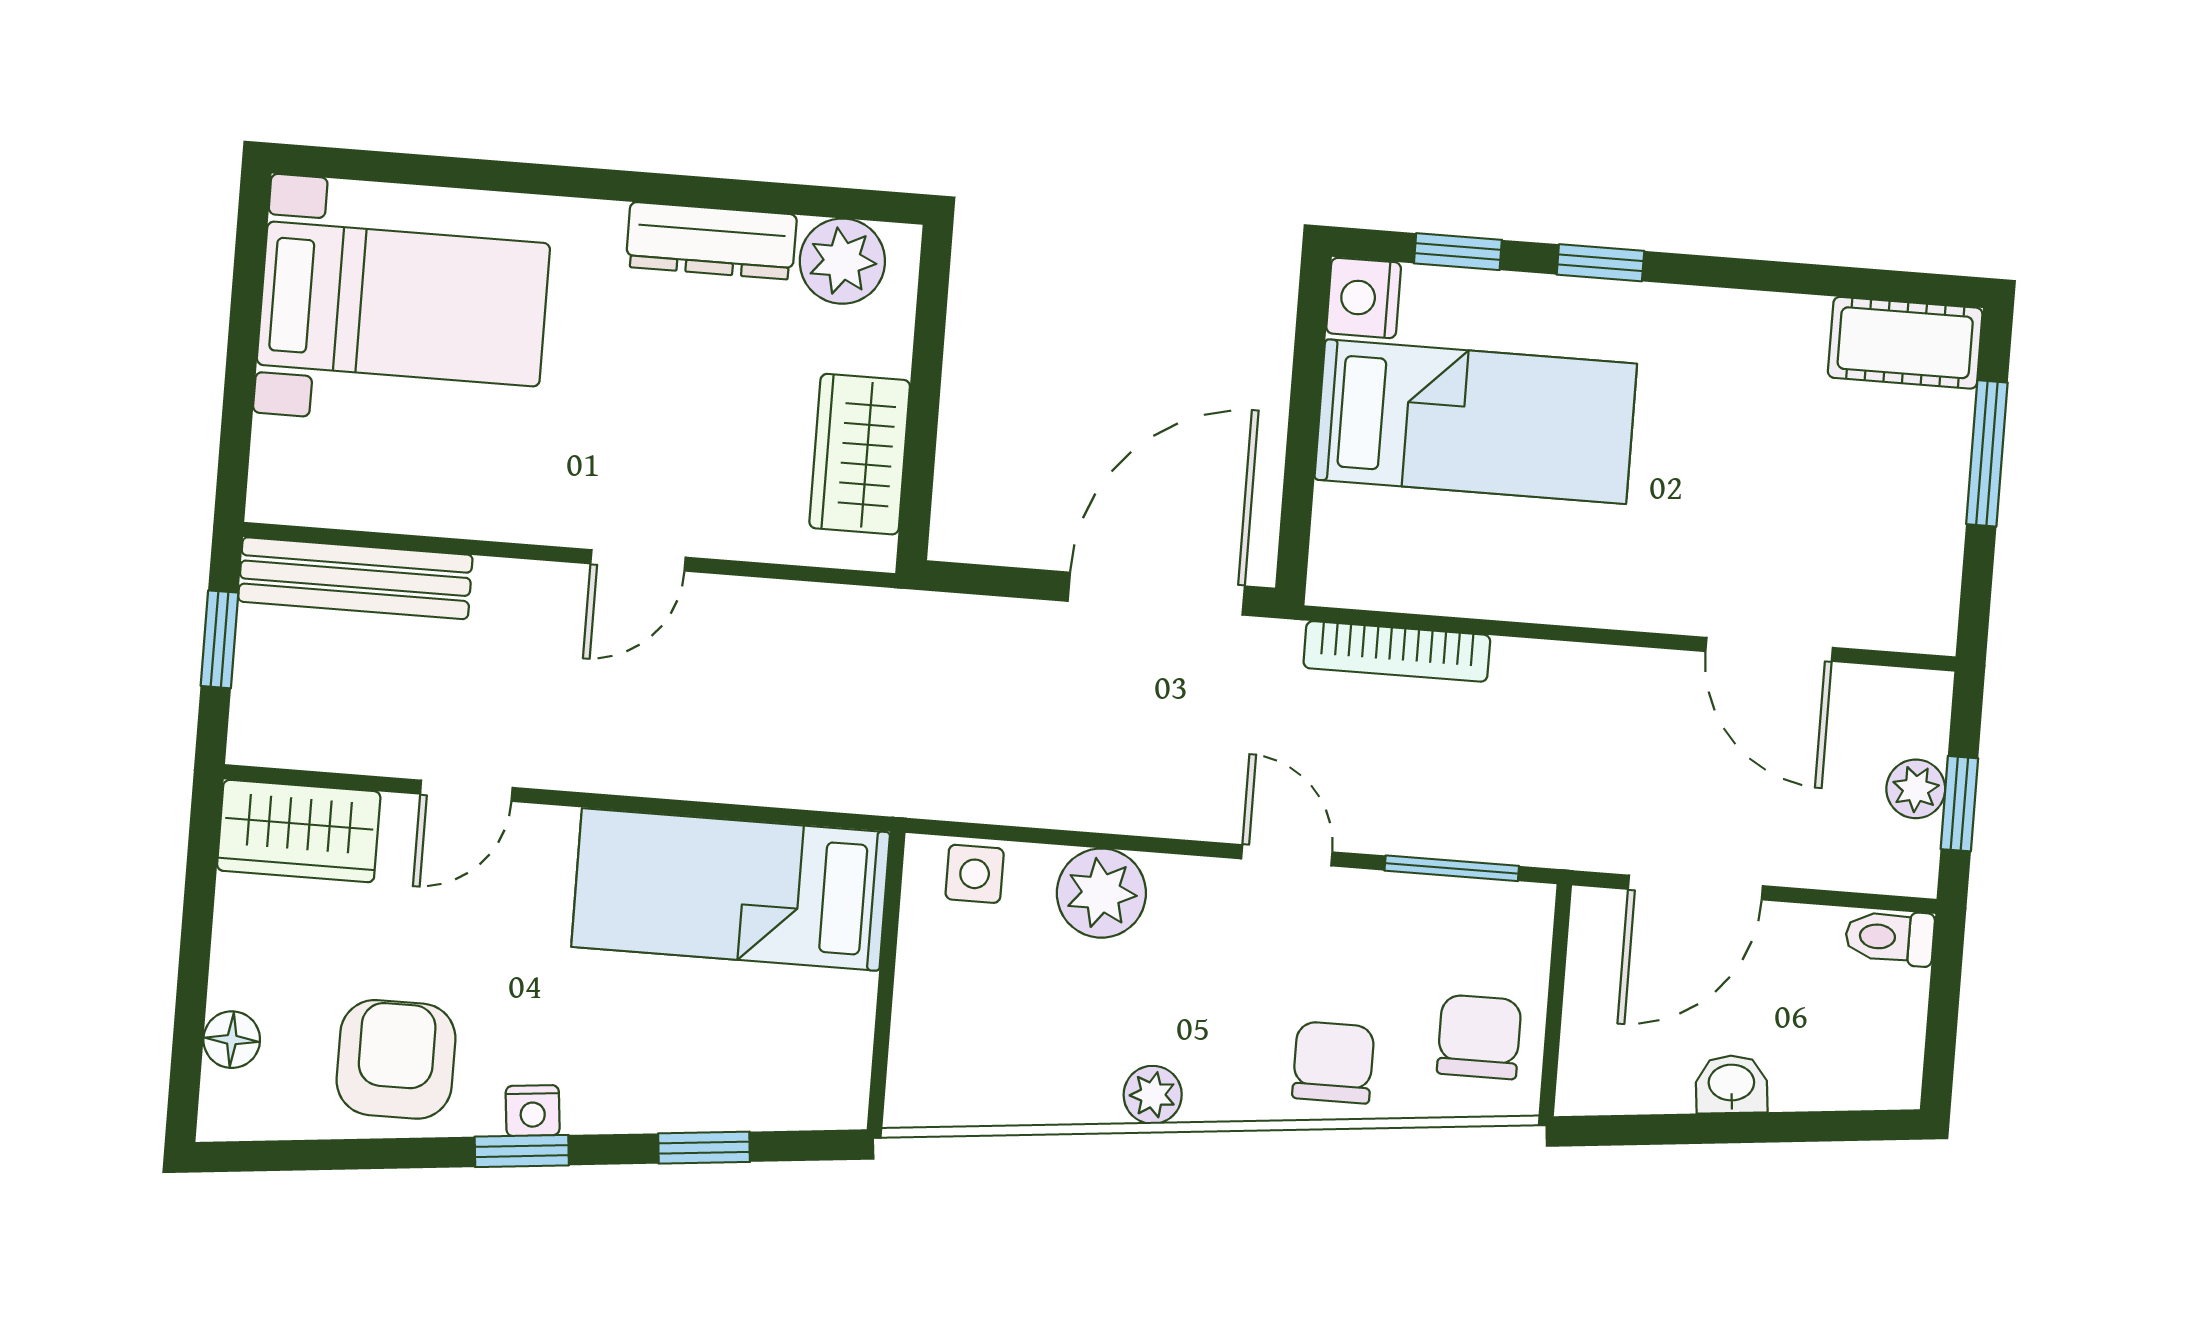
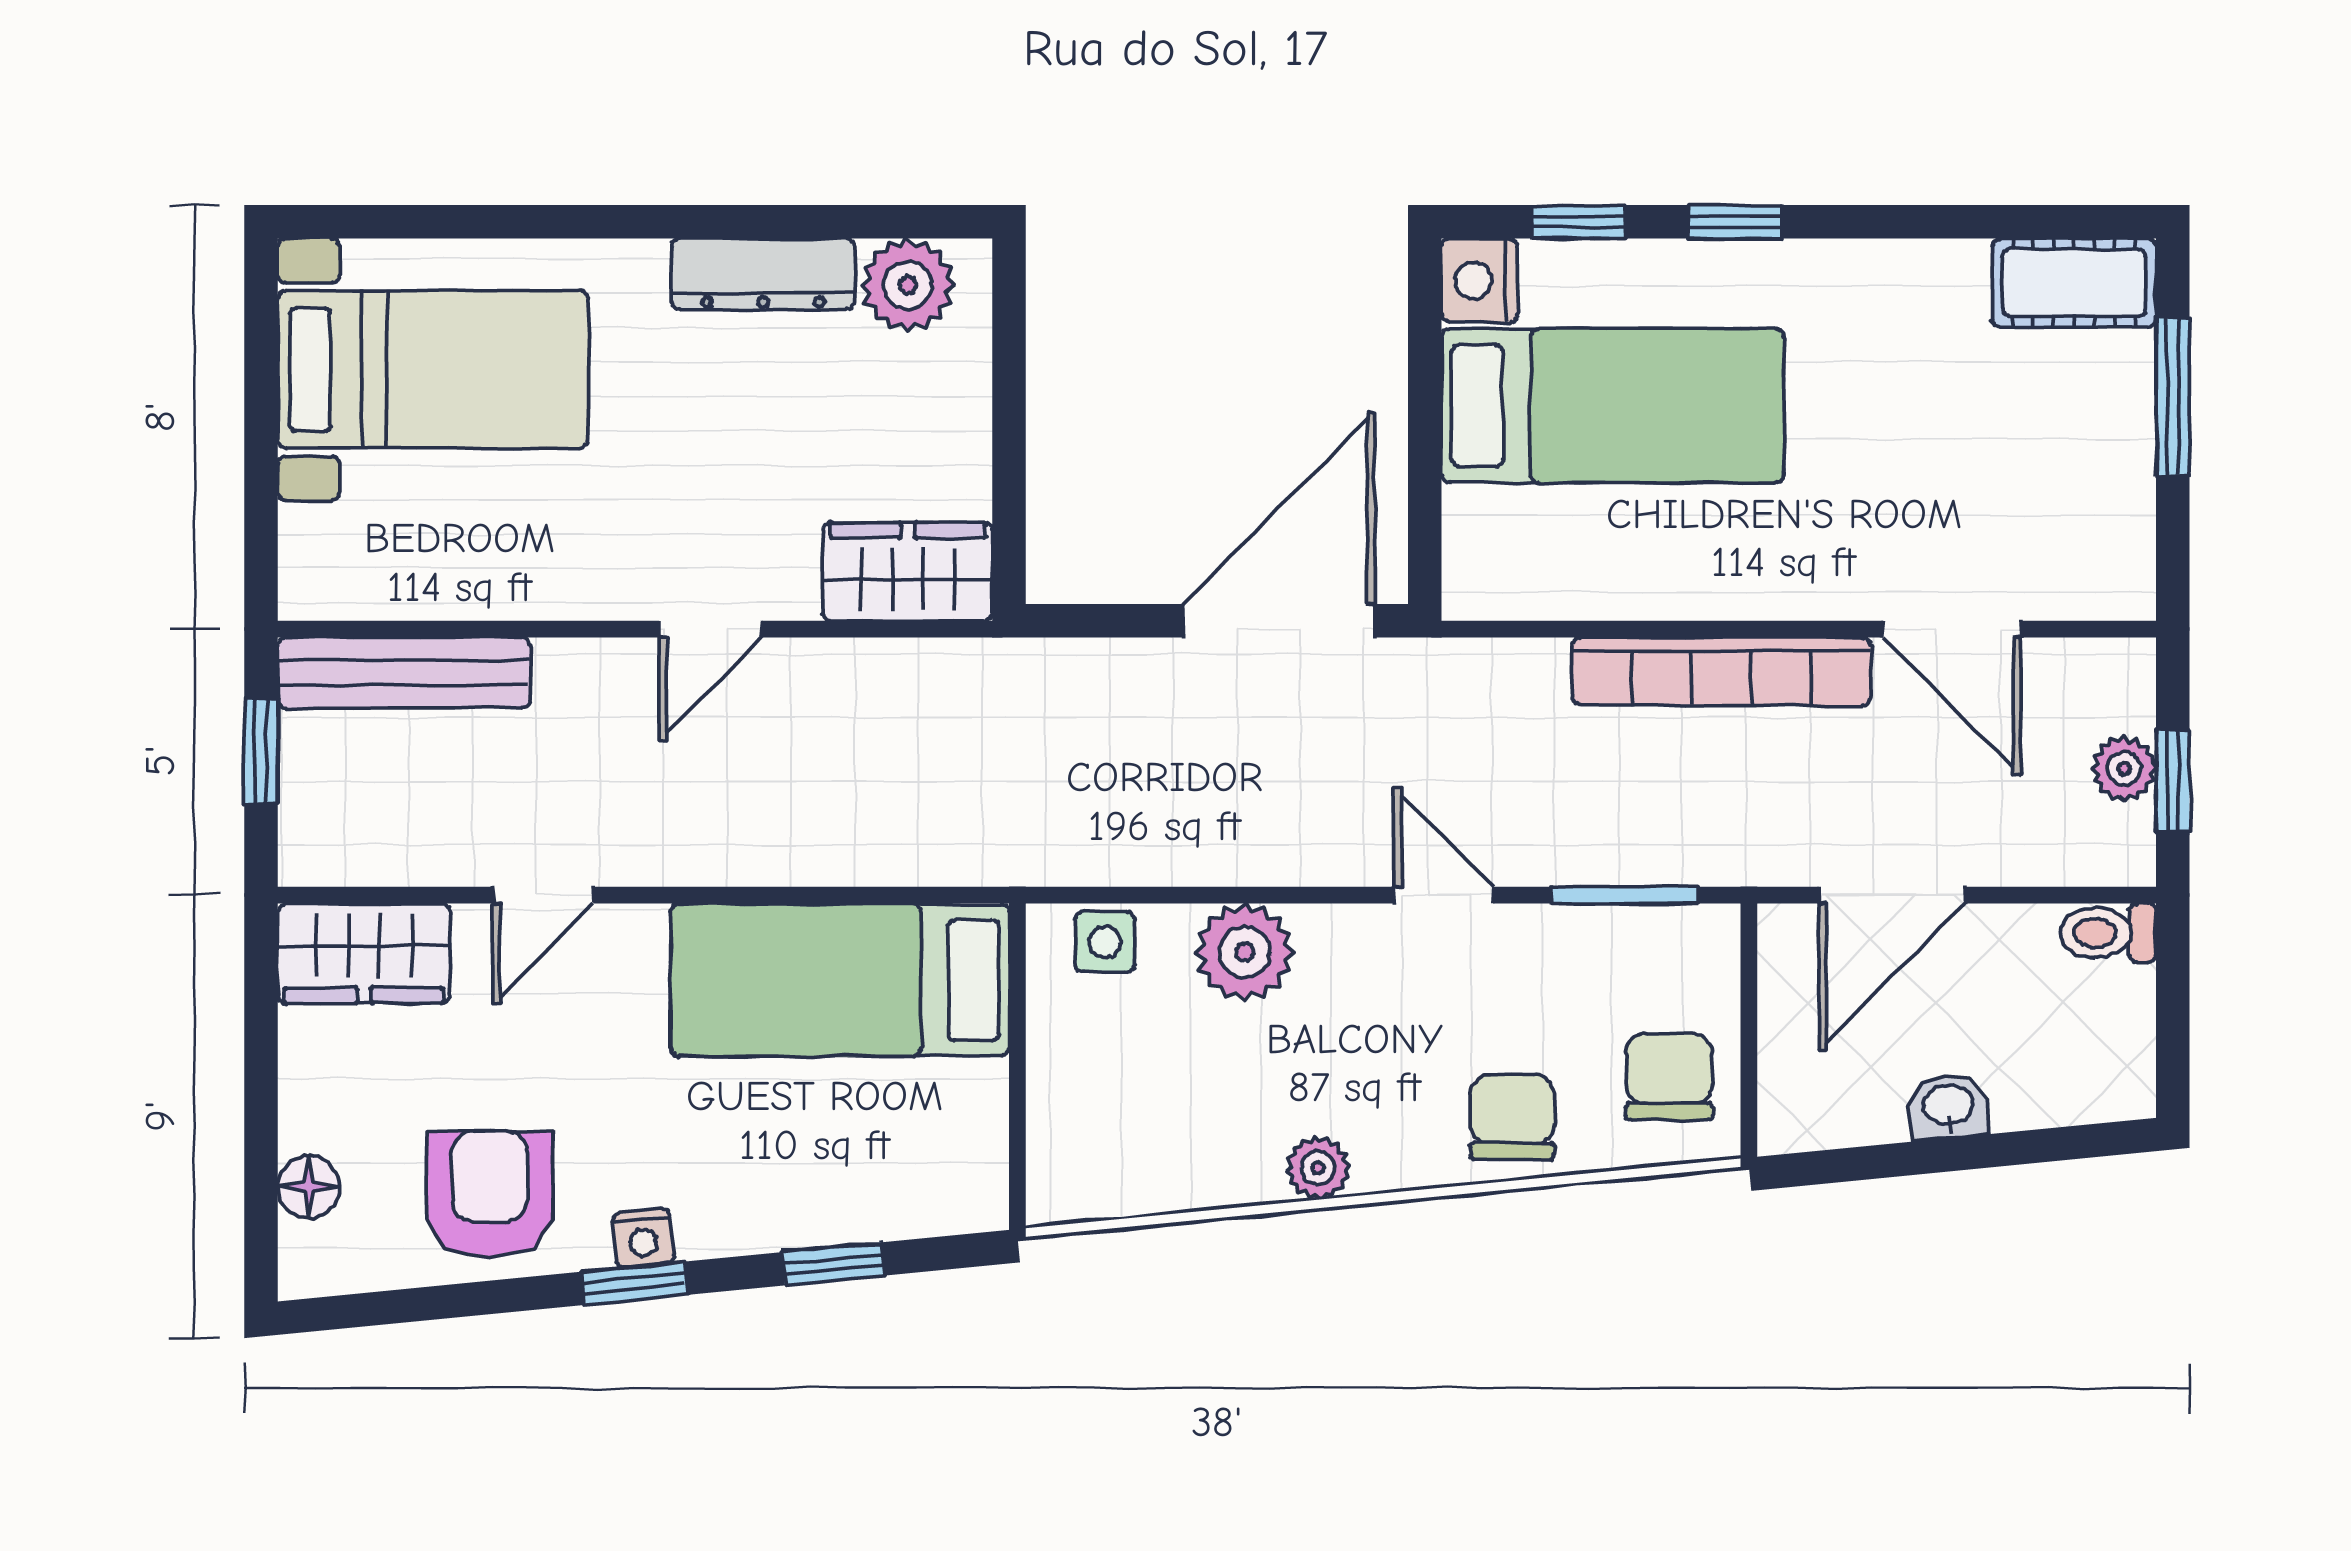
wardrobe: (860, 454) -> (908, 572), moved, turned 90
bookcase: (1397, 651) -> (1721, 671), moved, width x1.48, depth x1.31

